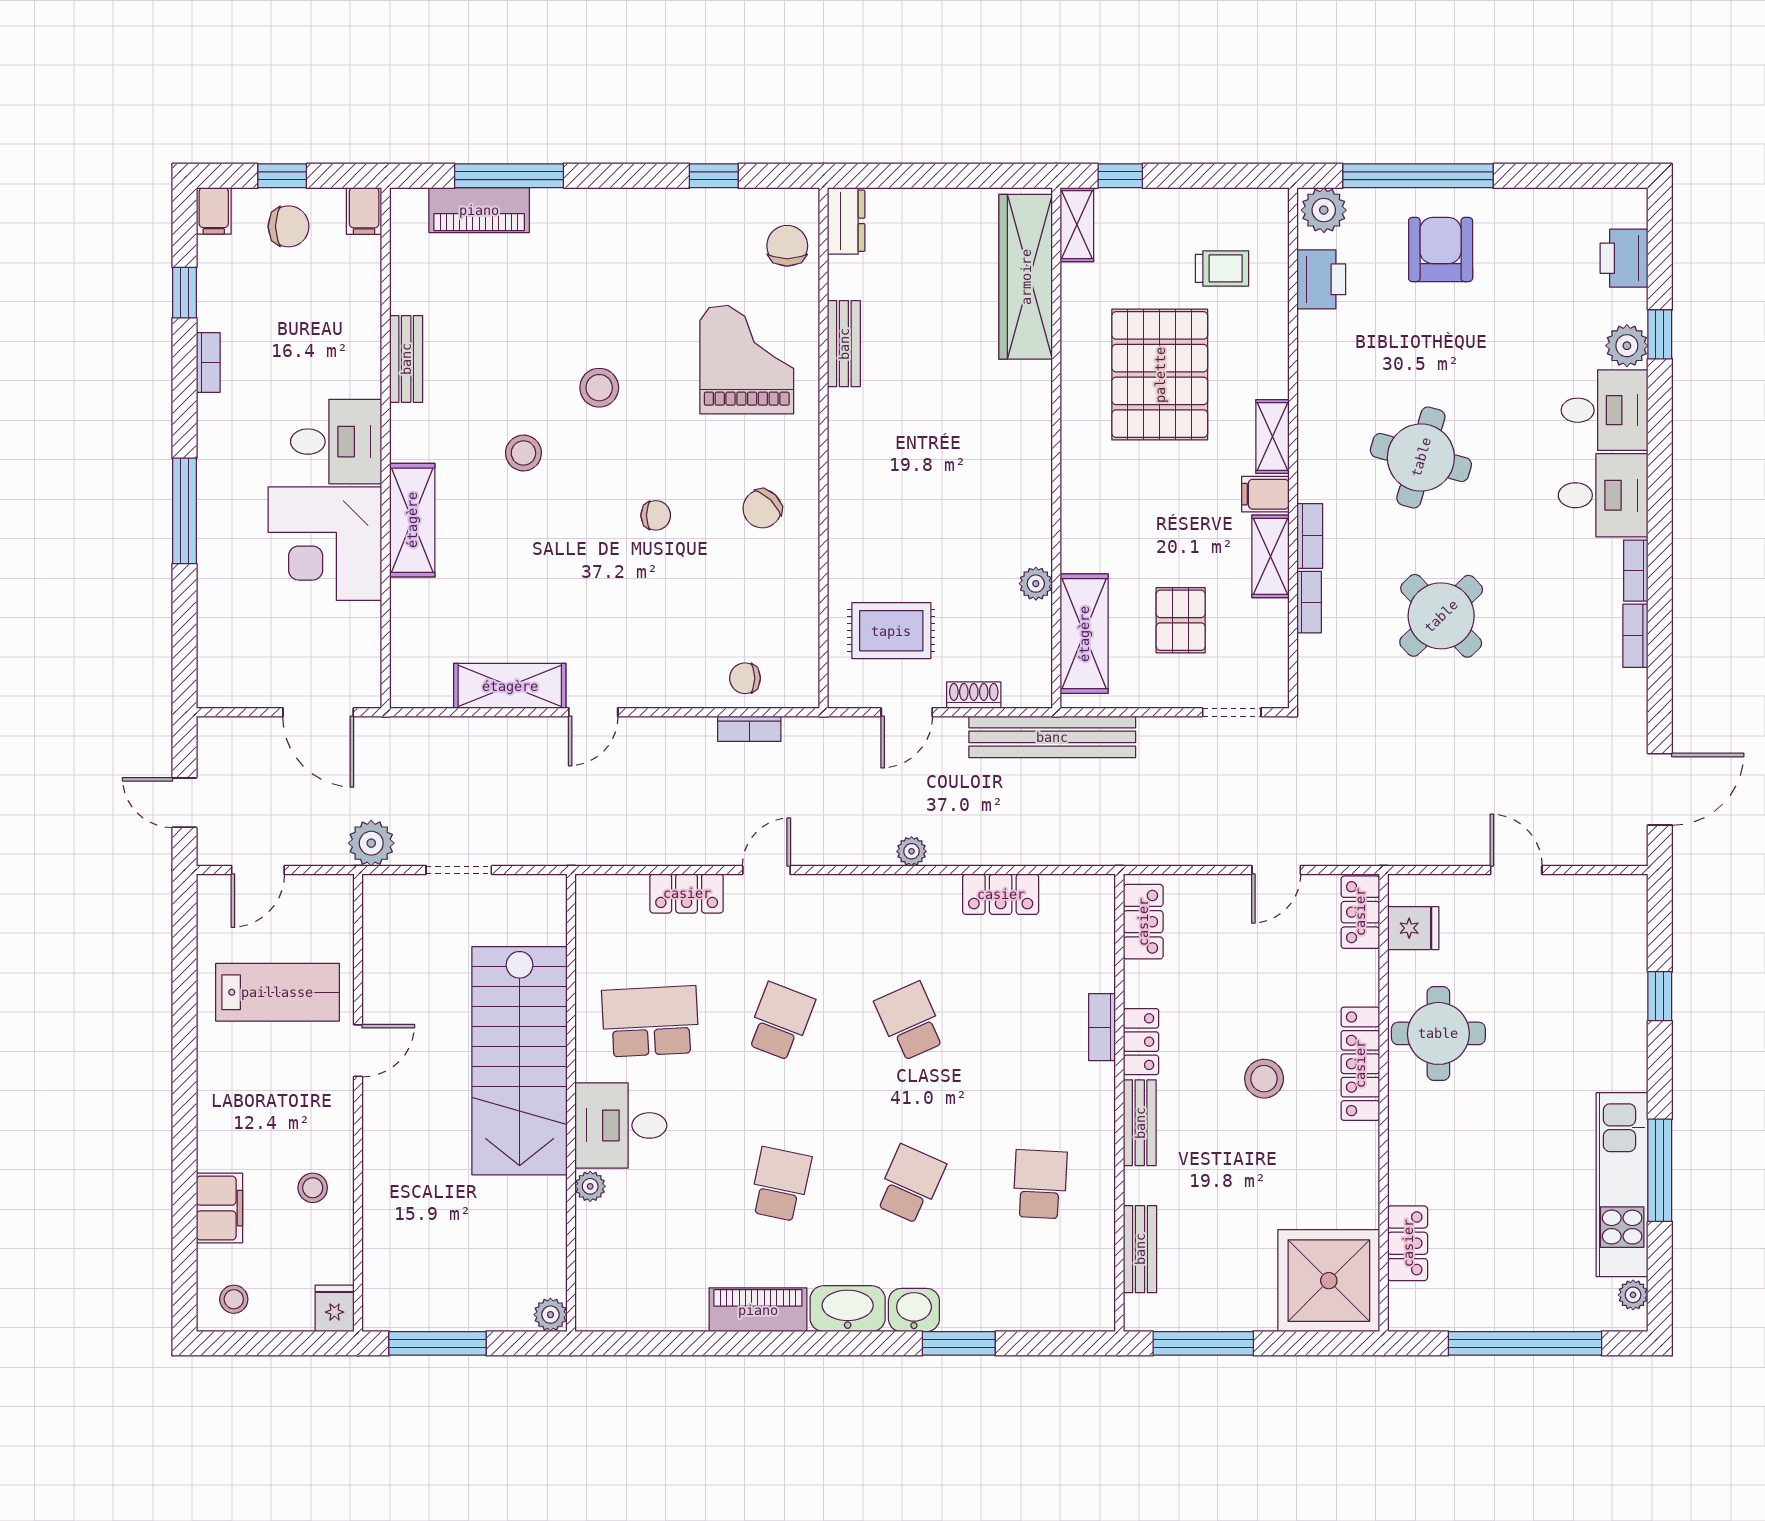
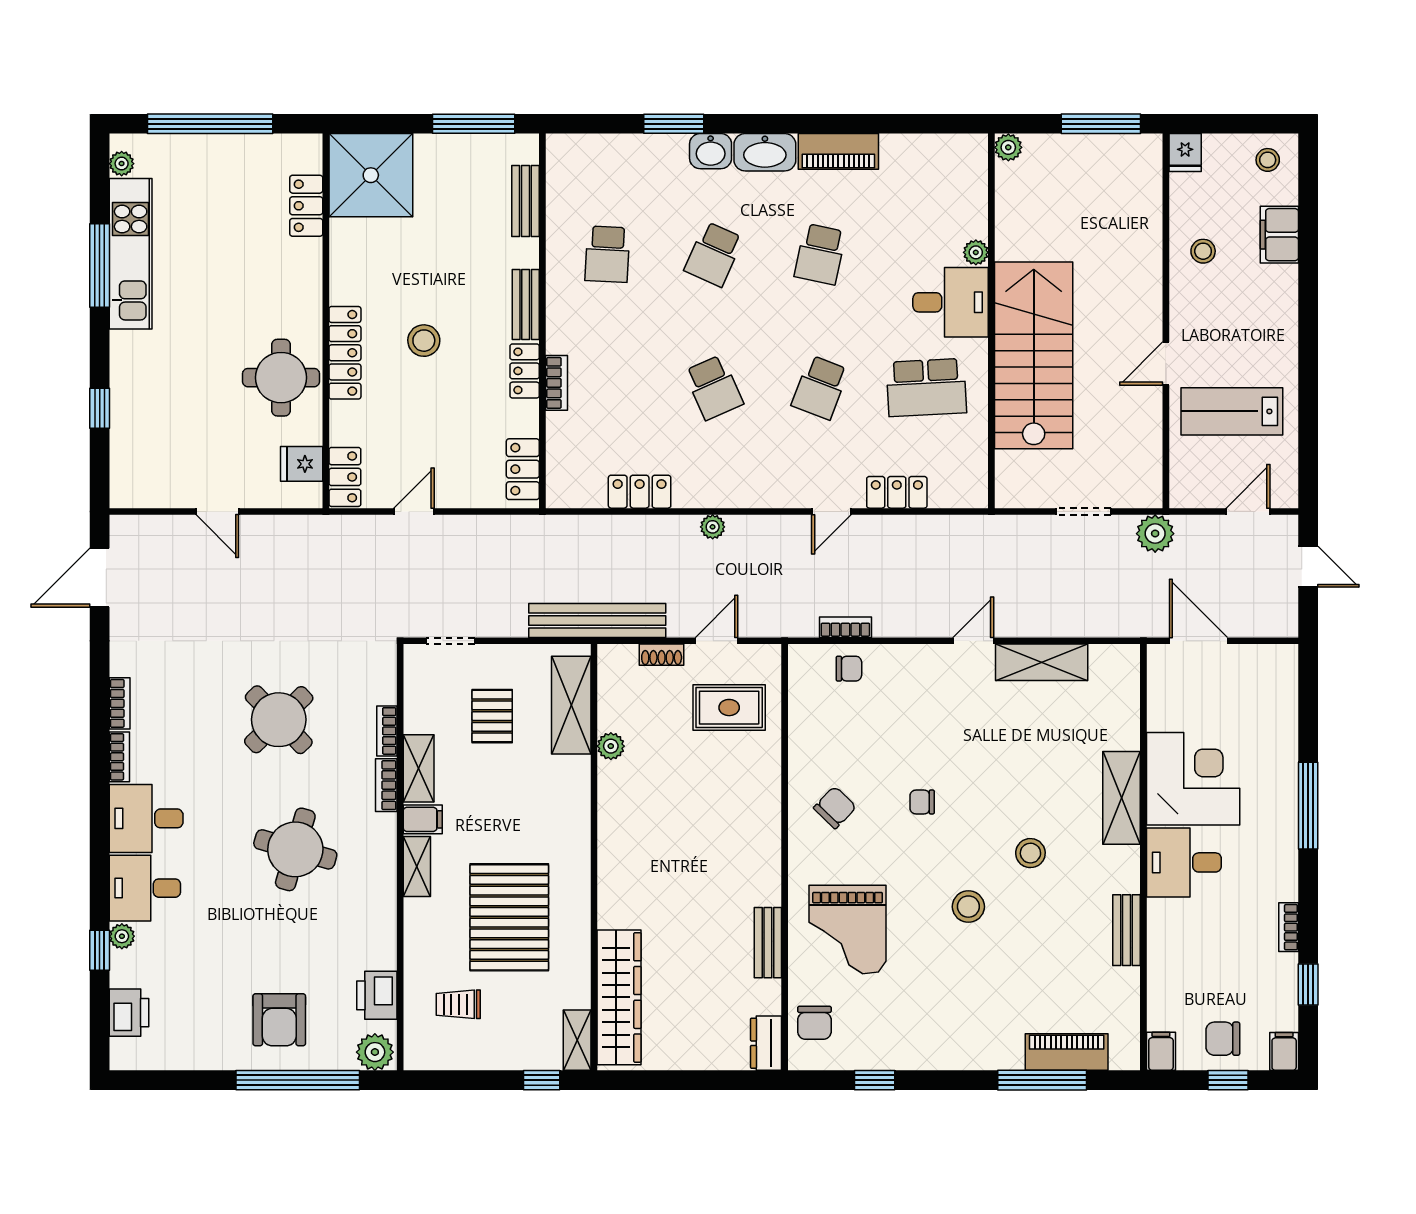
plant: (1627, 346) -> (122, 936), width x0.73, depth x0.73

